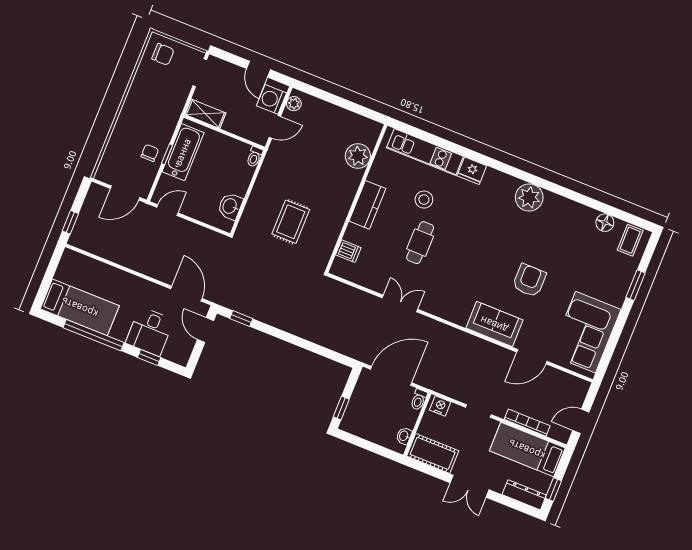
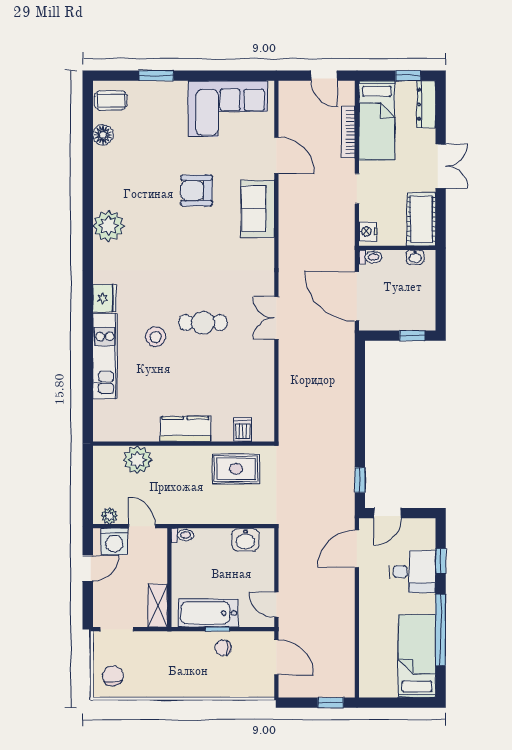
plant: (358, 156) -> (138, 460), moved
wall: (356, 199) -> (184, 444), moved
kitchen counter: (367, 205) -> (185, 429), moved
dishwasher: (348, 251) -> (243, 429), moved

